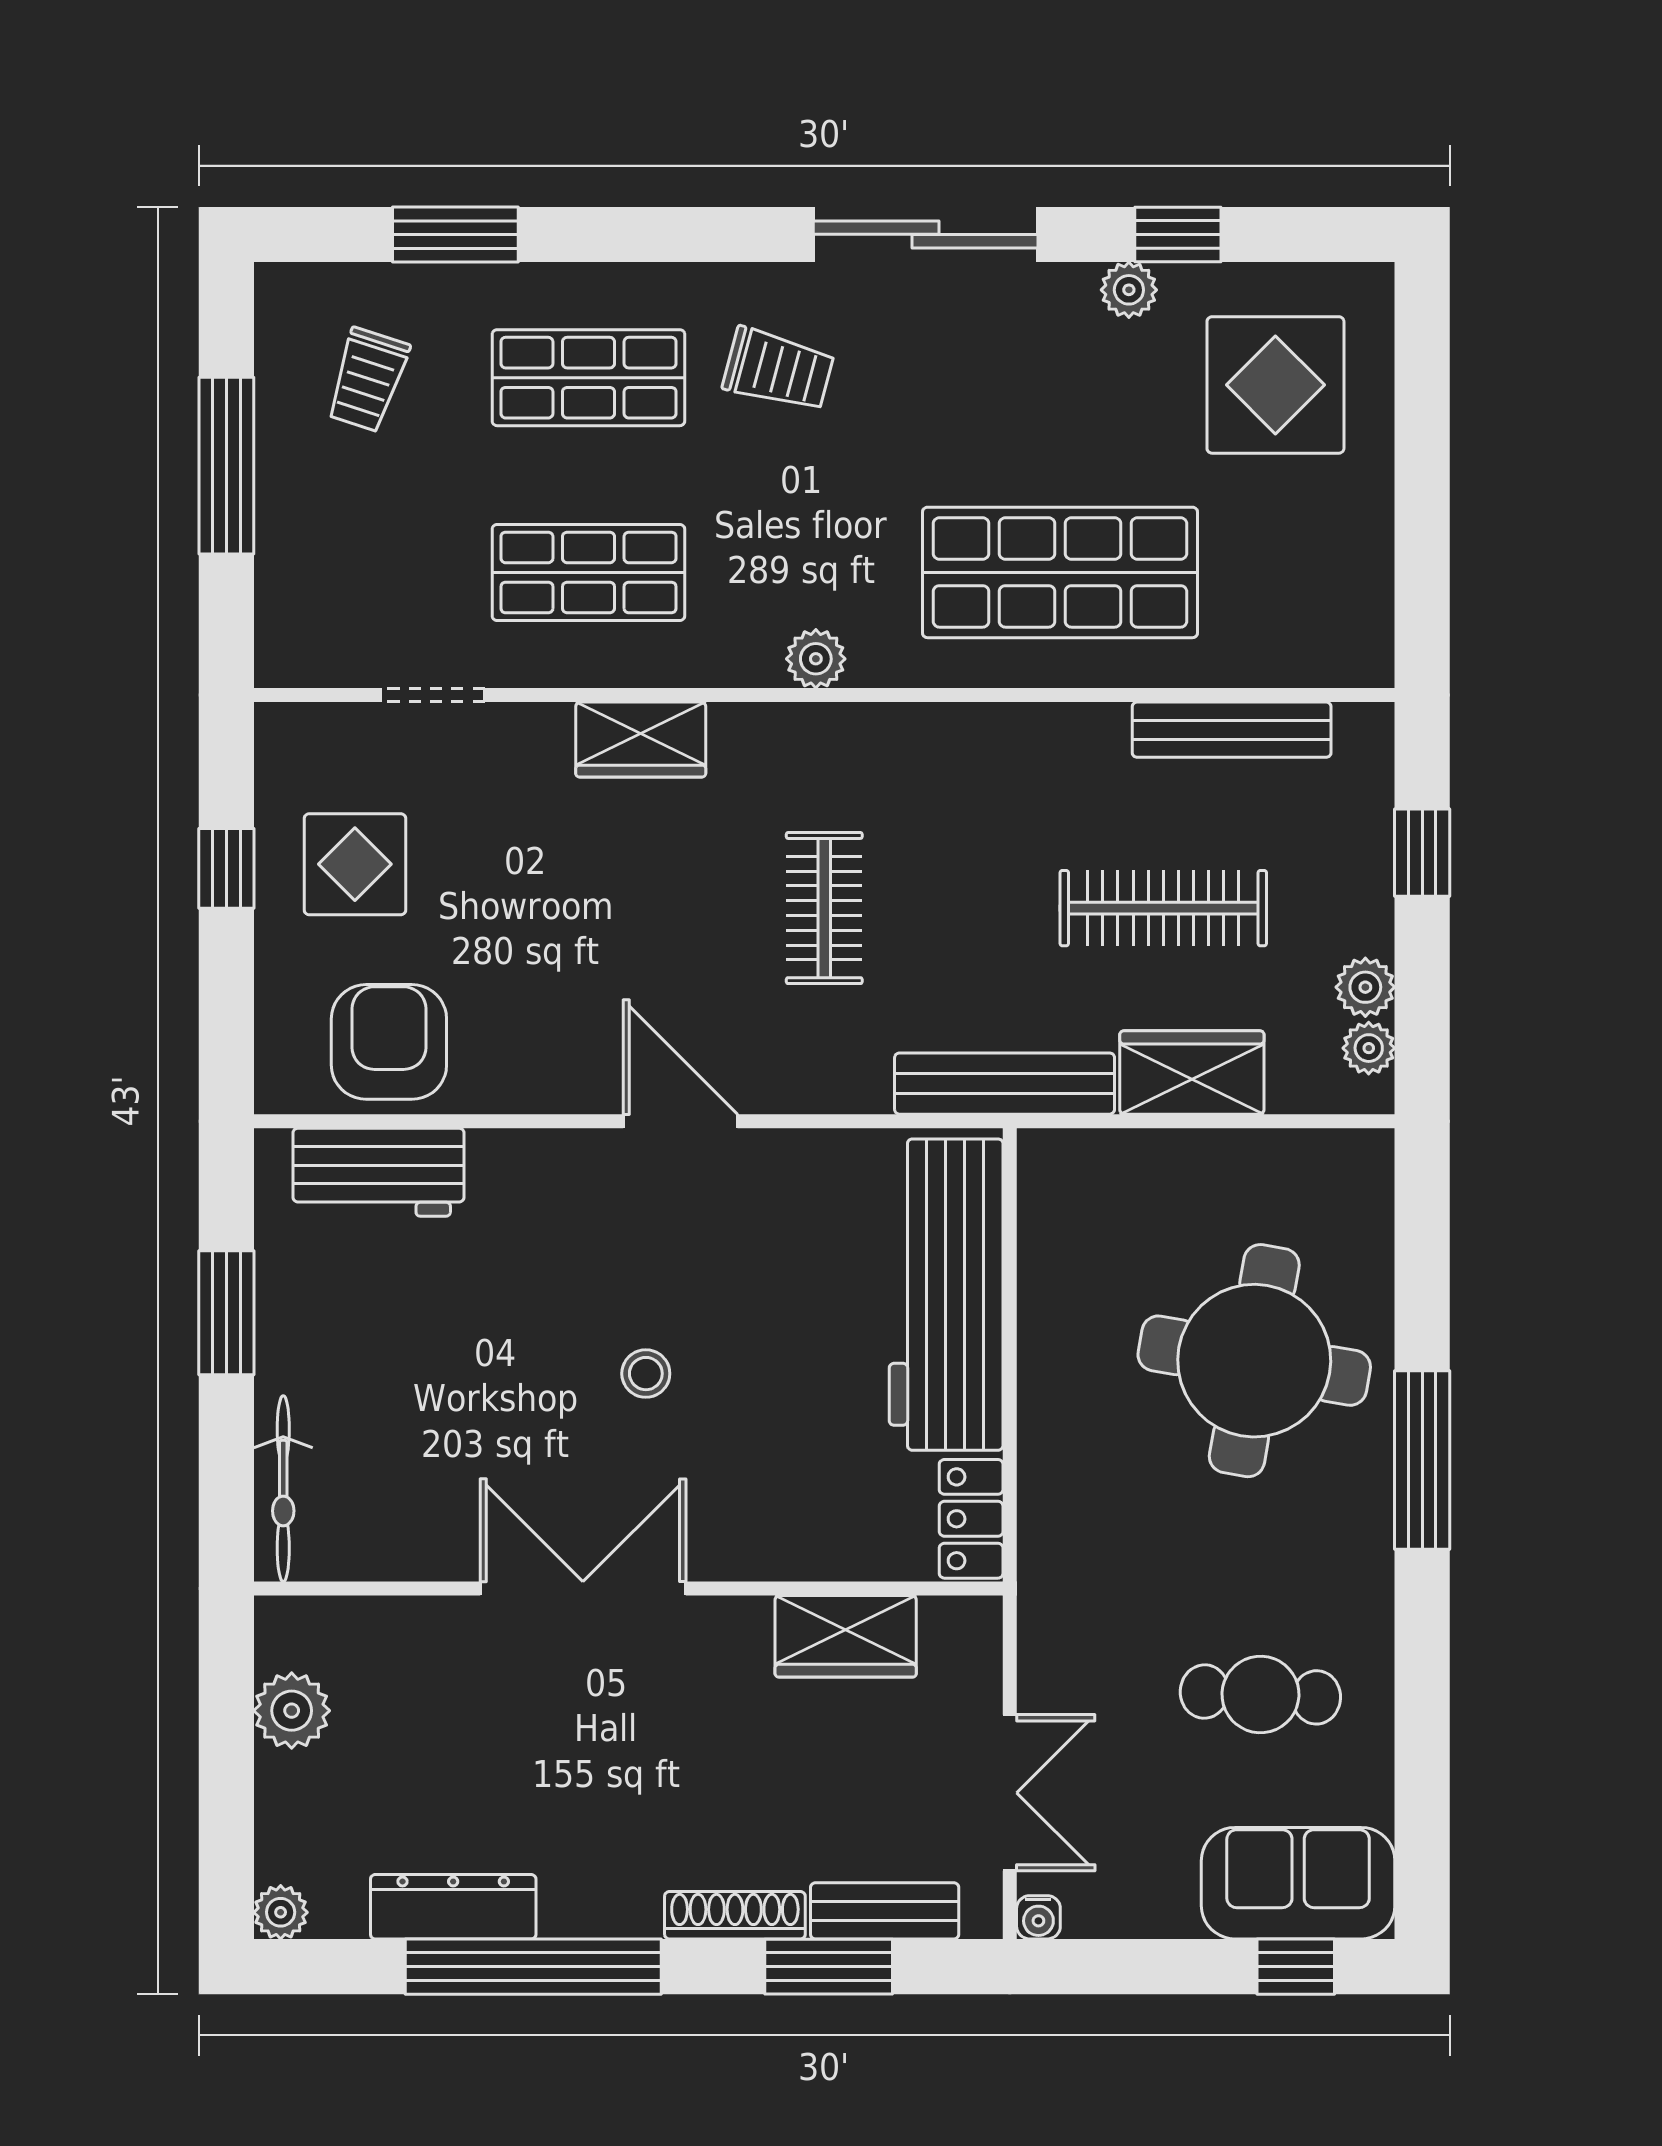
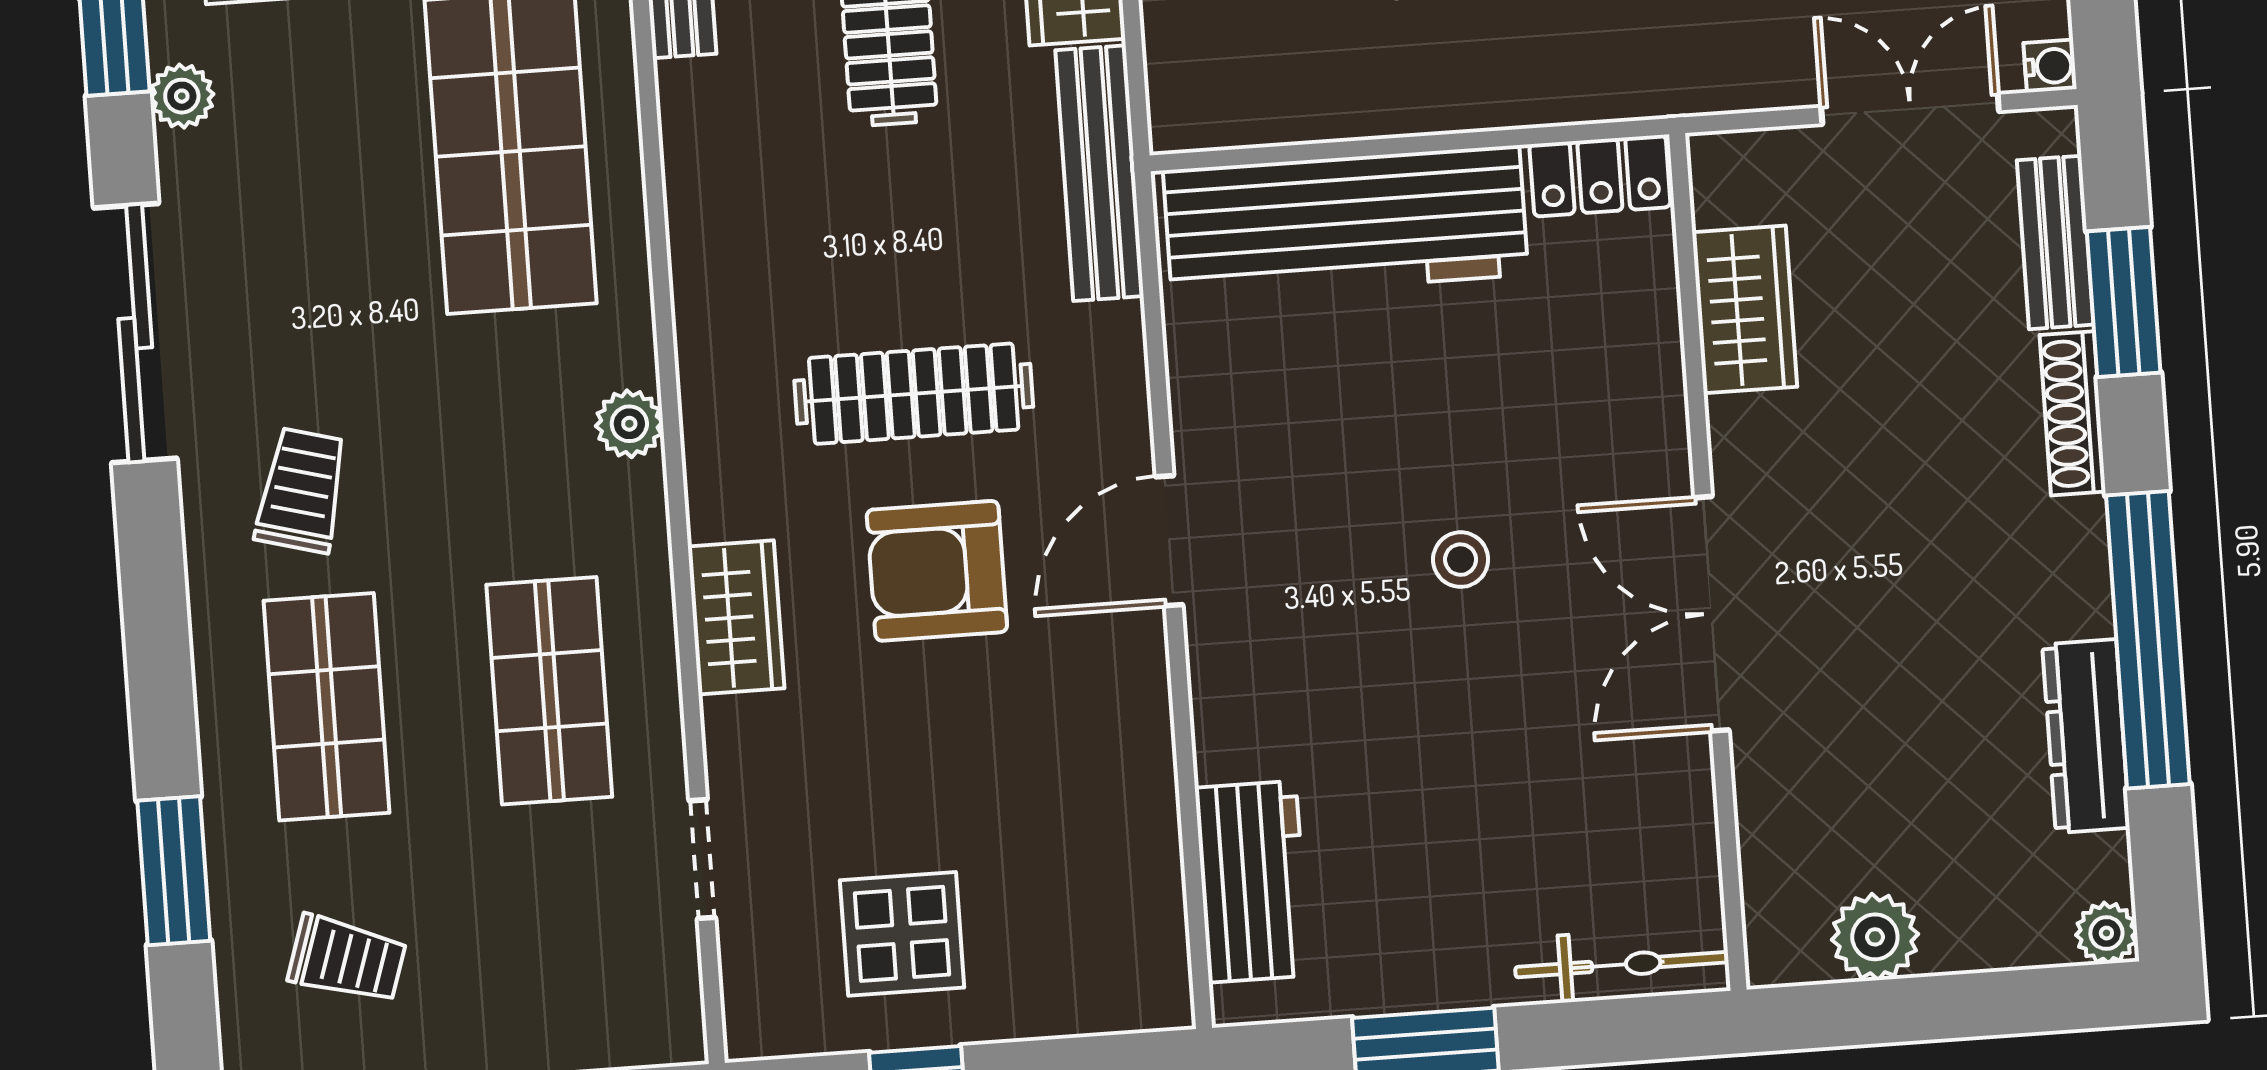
clothes rail: (824, 908) -> (914, 394), width x1.36
armchair: (389, 1042) -> (937, 571), moved

